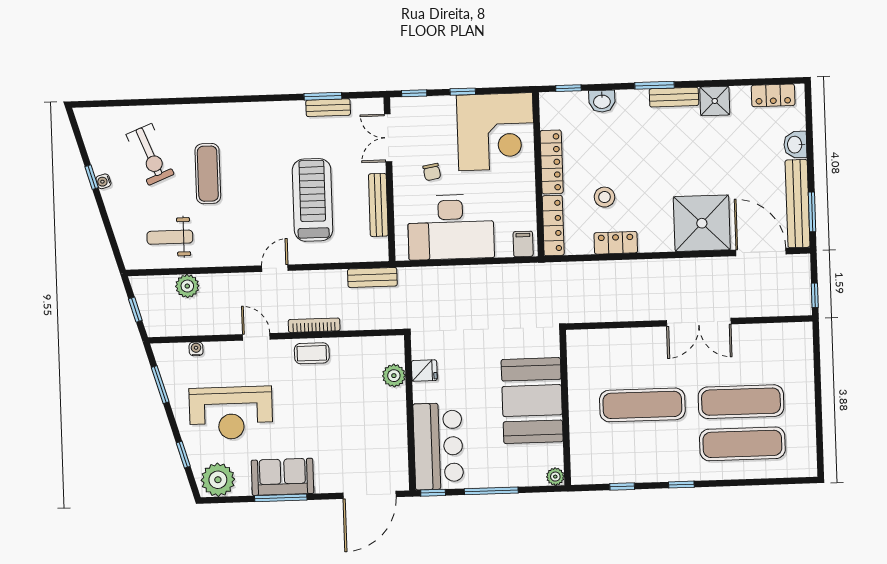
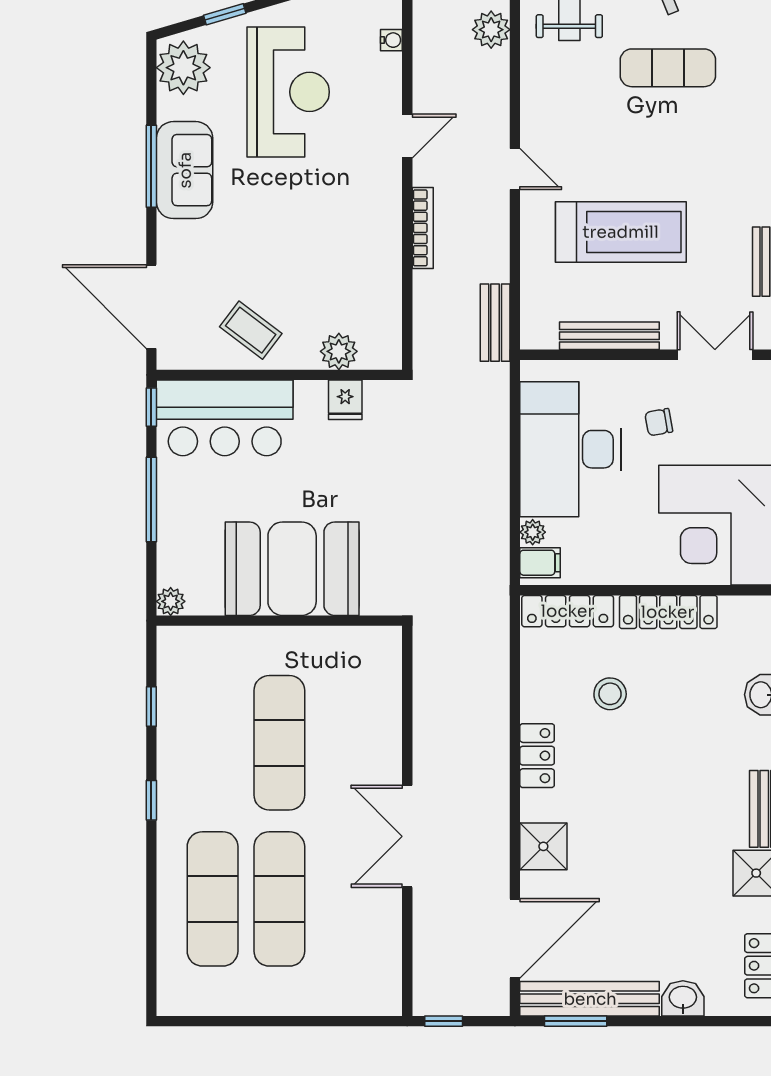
shower: (702, 223) -> (543, 846), width x0.54, depth x0.54
locker: (616, 243) -> (537, 756), moved
plant: (504, 249) -> (533, 532), added
coffee table: (312, 353) -> (251, 330), moved, turned -53
reception desk: (231, 413) -> (288, 92), turned 180

